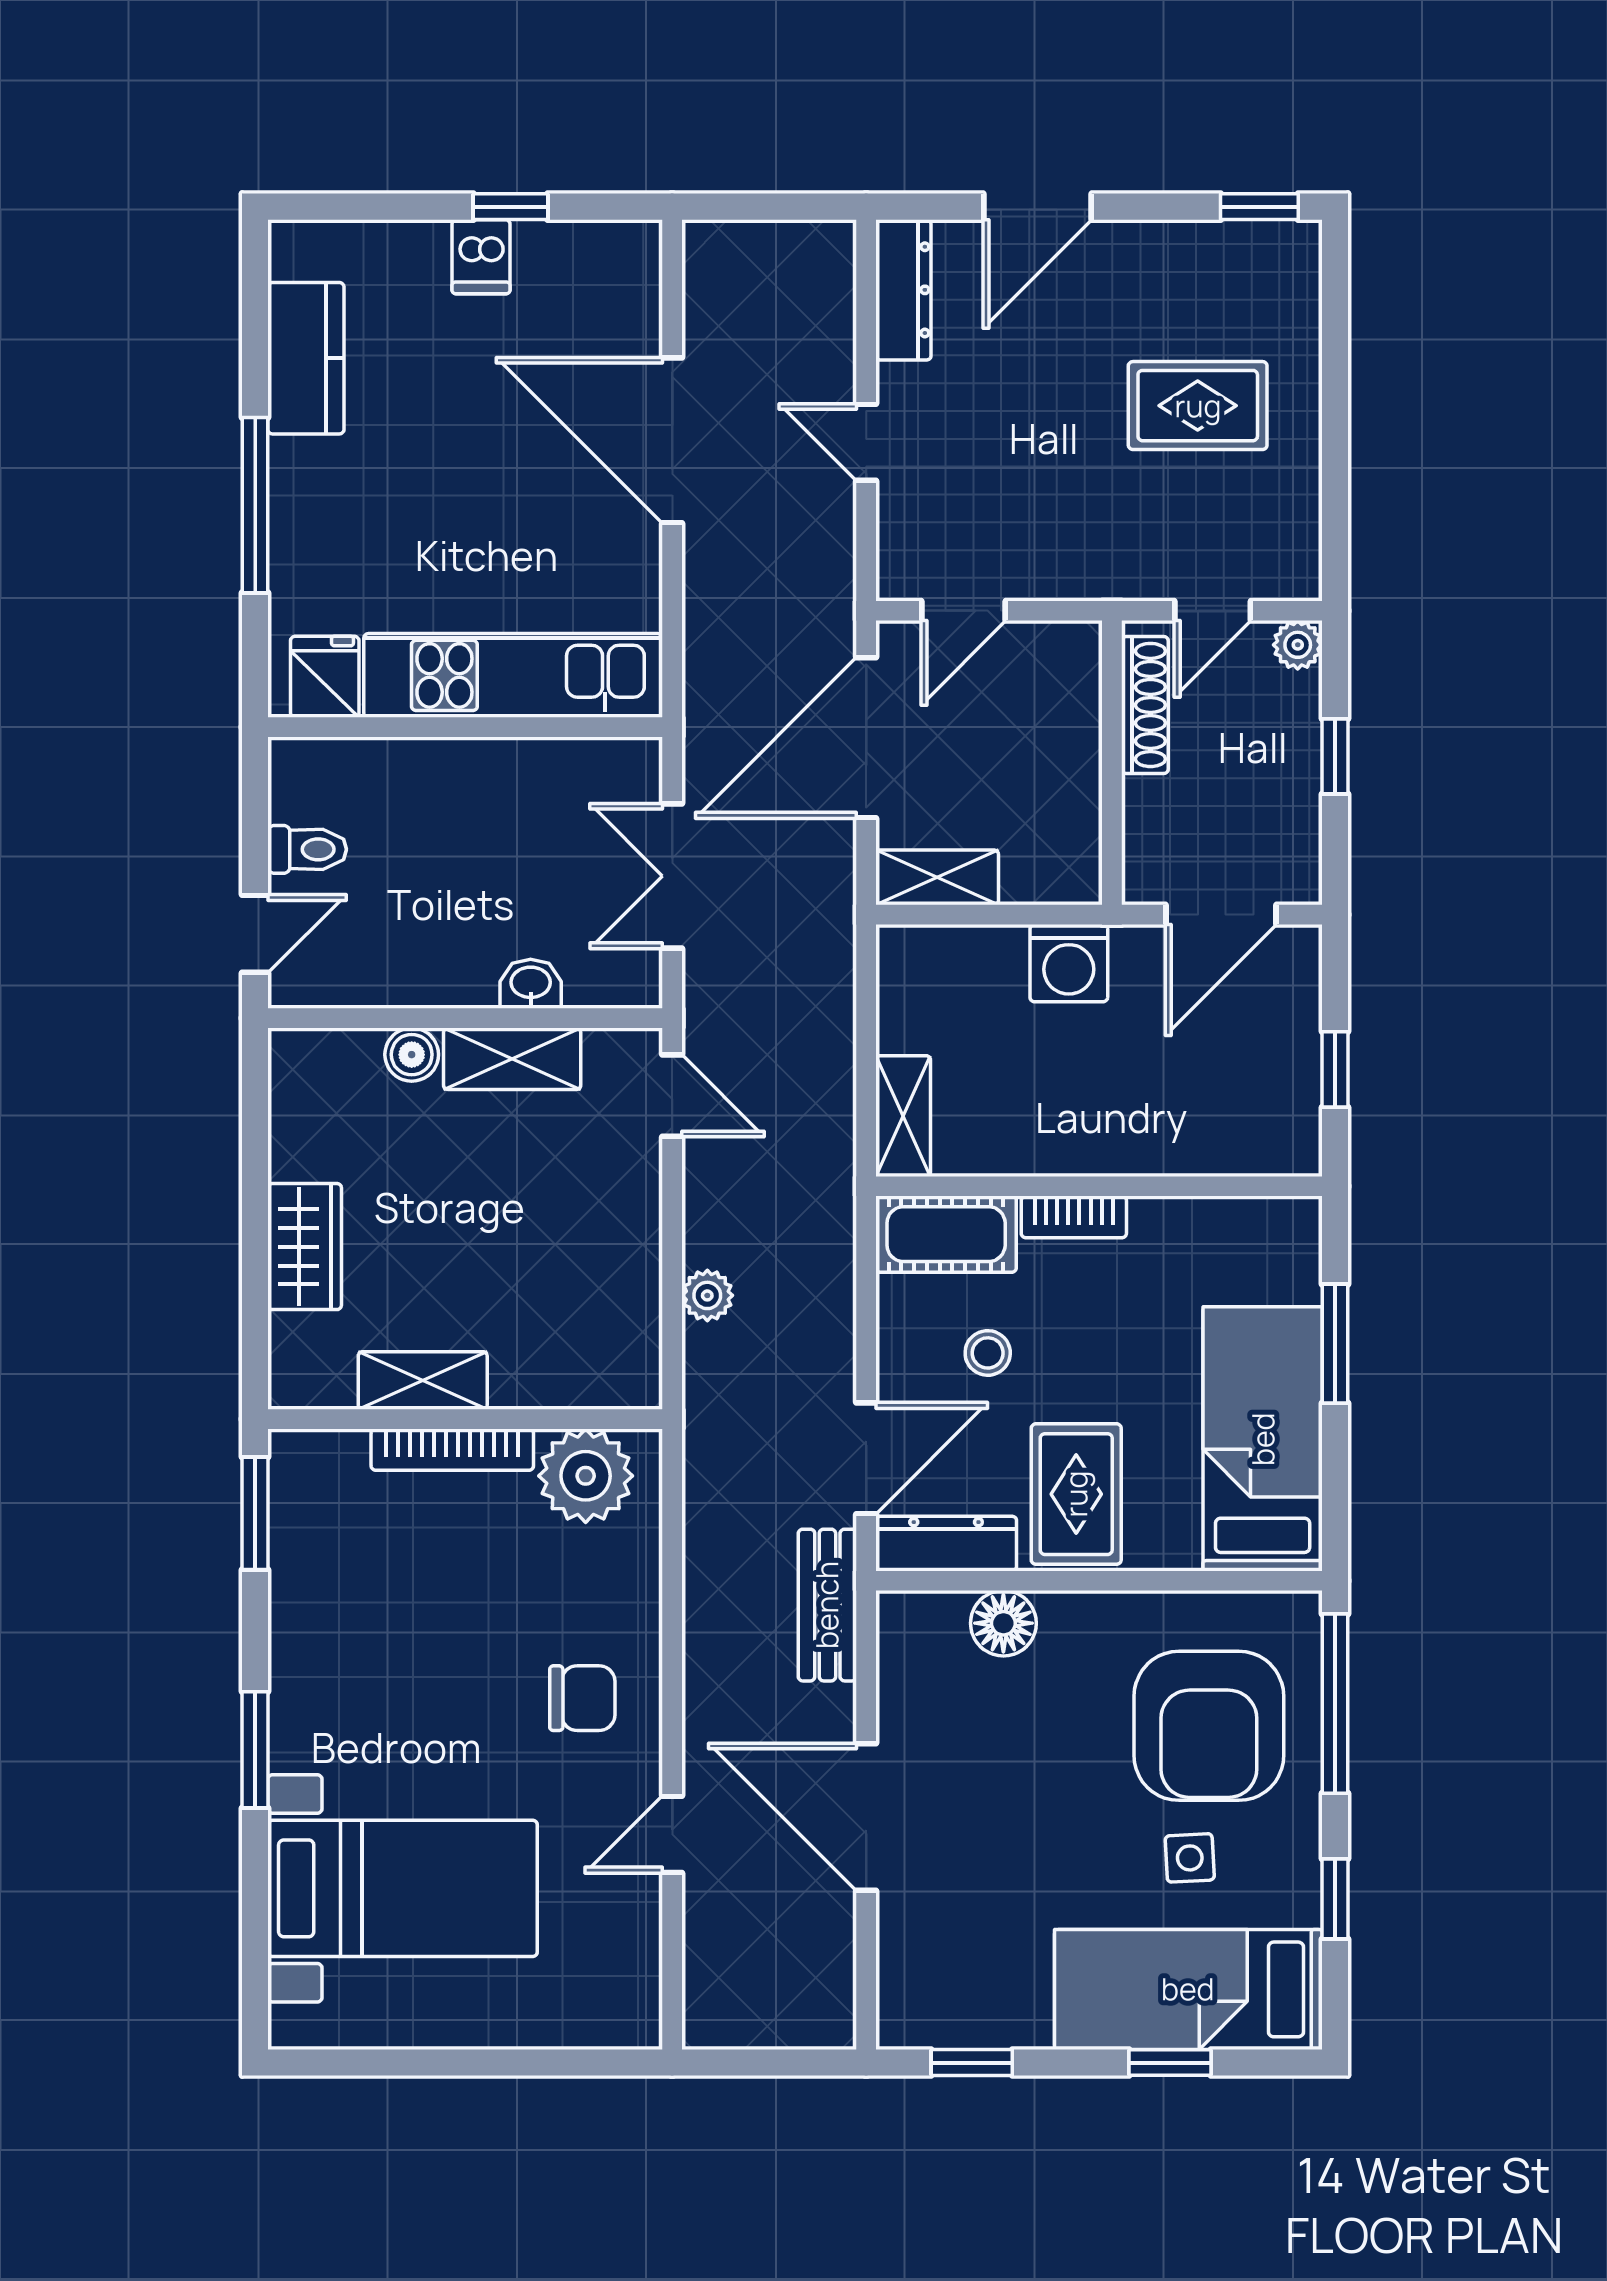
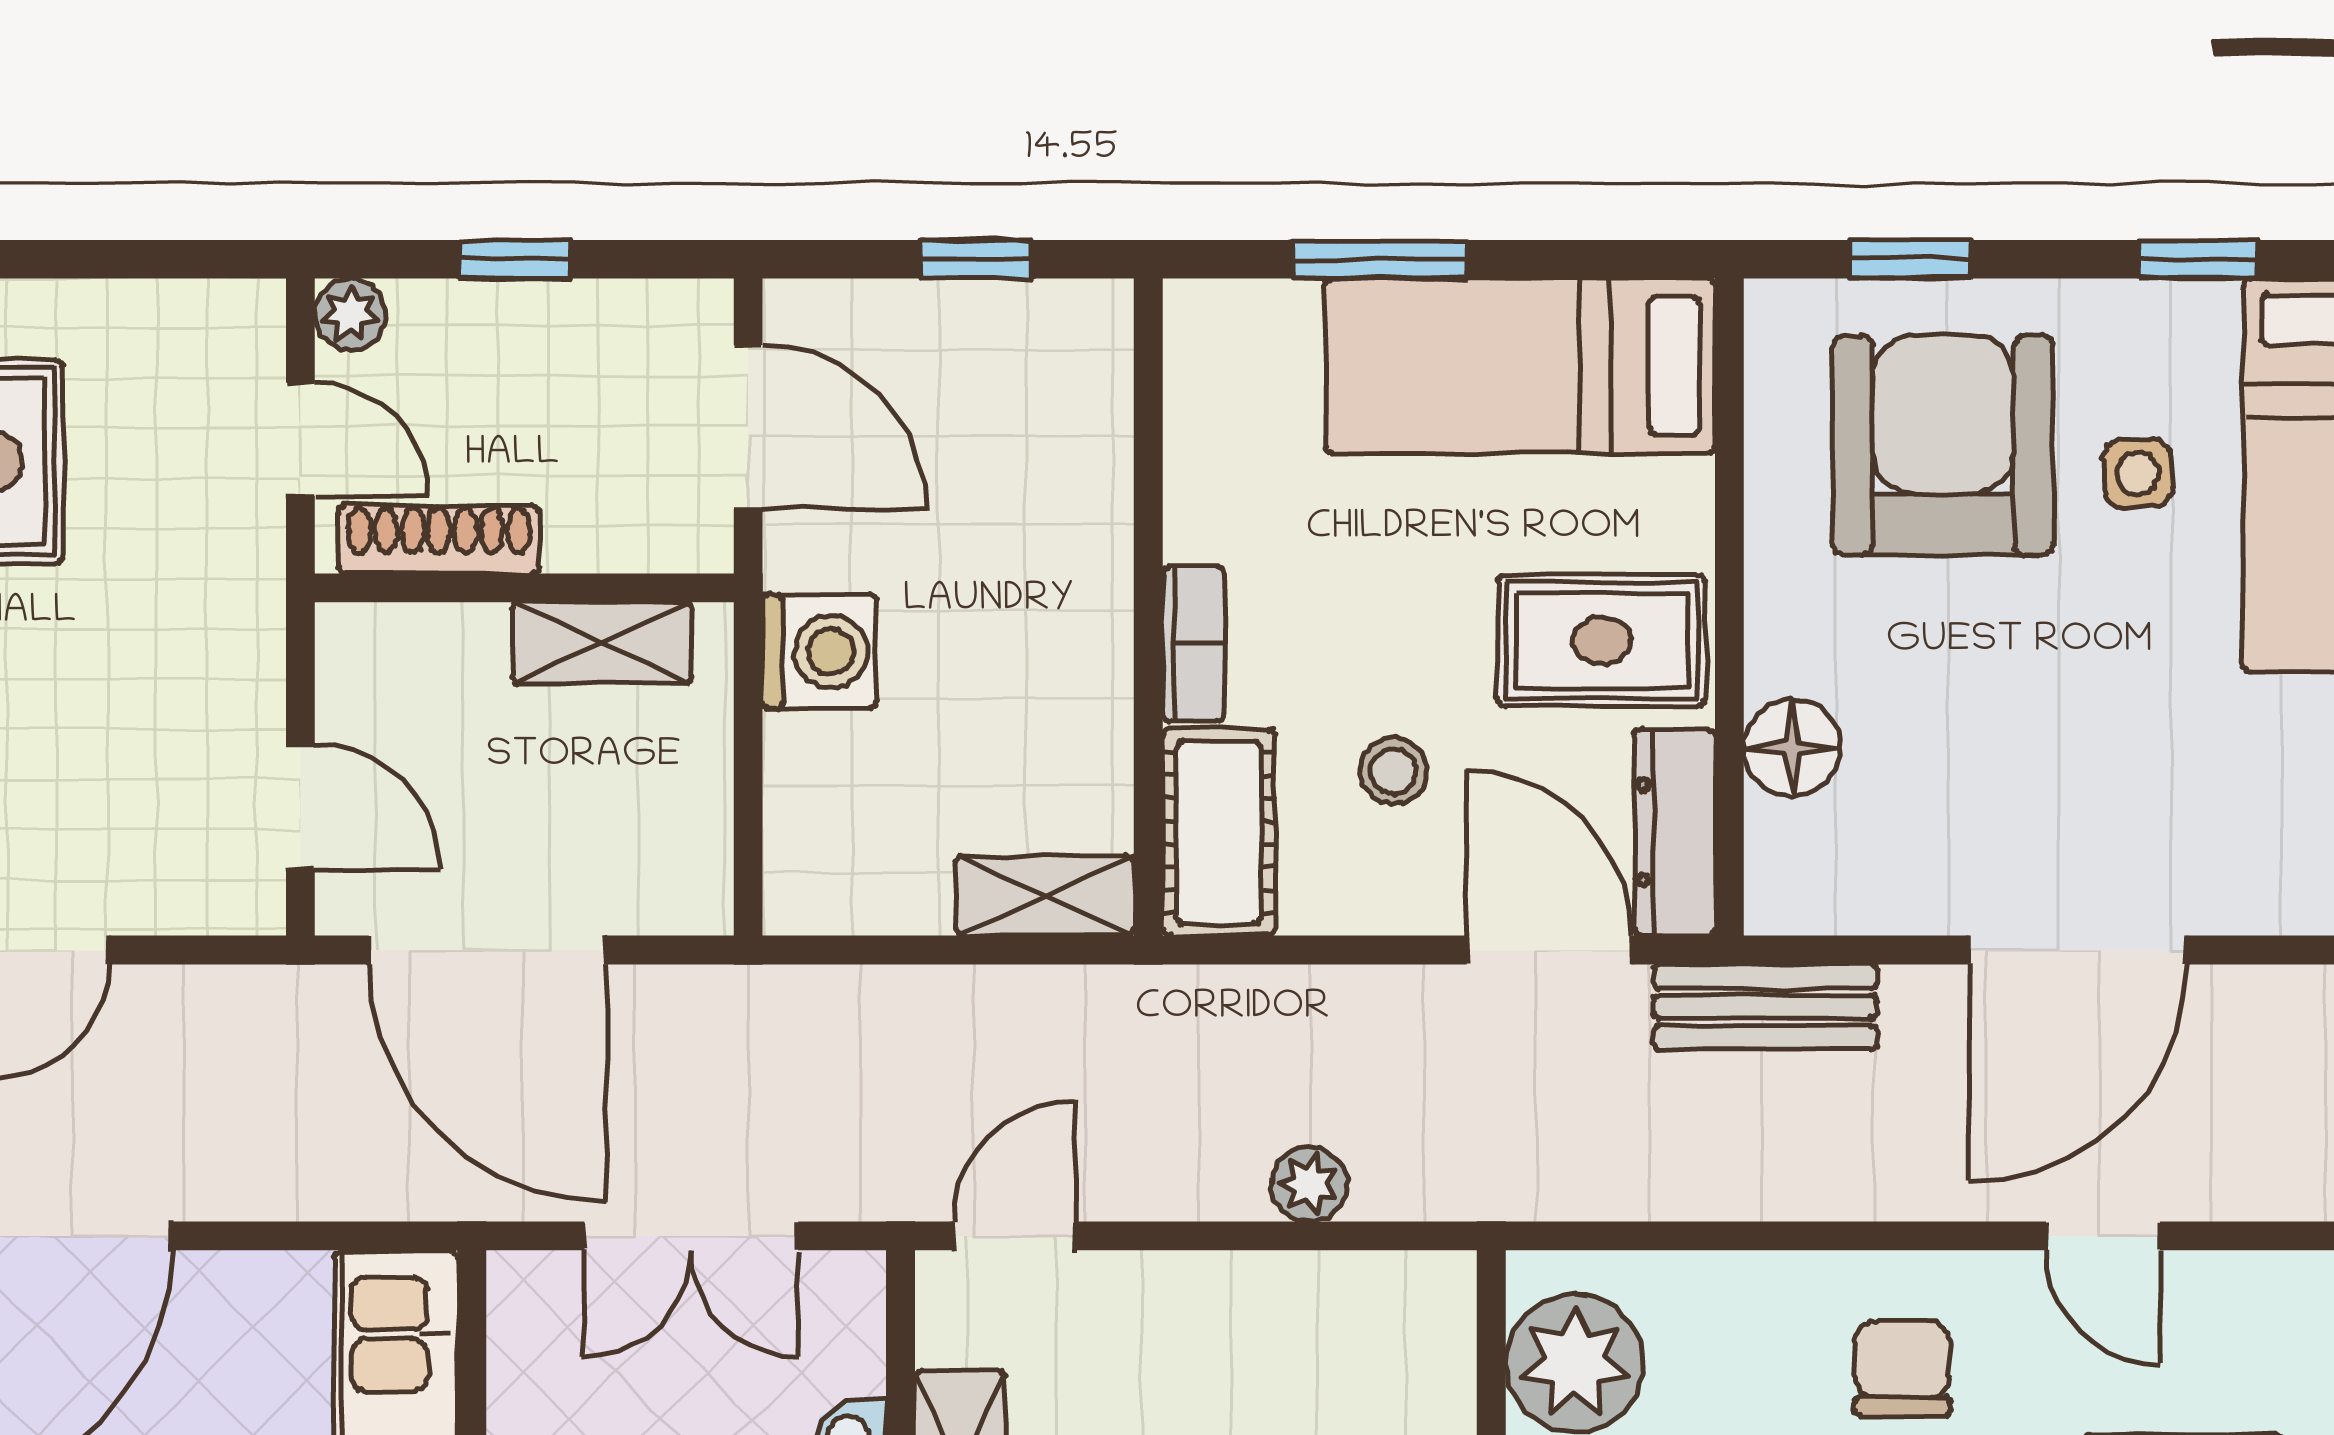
shelving: (937, 877) -> (602, 643), moved, turned 90
window: (1335, 1704) -> (1910, 259), width x0.46
armchair: (1209, 1726) -> (1943, 445), turned -90

